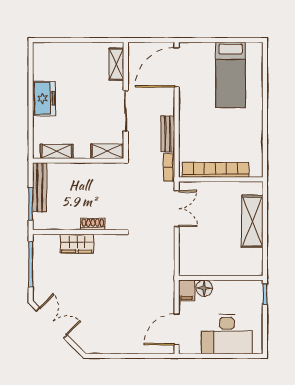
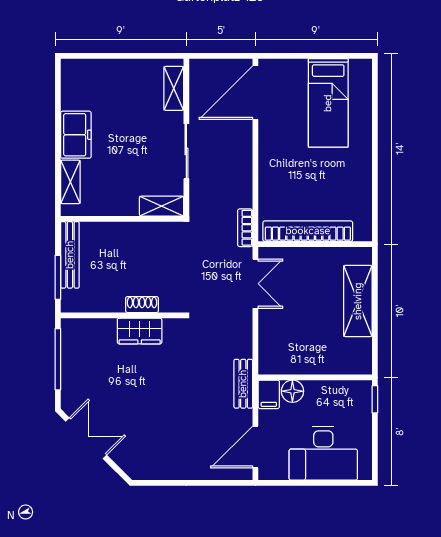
bench: (168, 134) -> (243, 384), moved
shelving: (57, 151) -> (70, 182), moved, turned 90
wardrobe: (77, 244) -> (140, 331), moved

